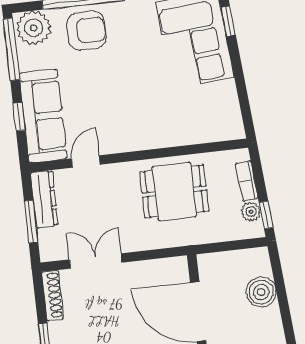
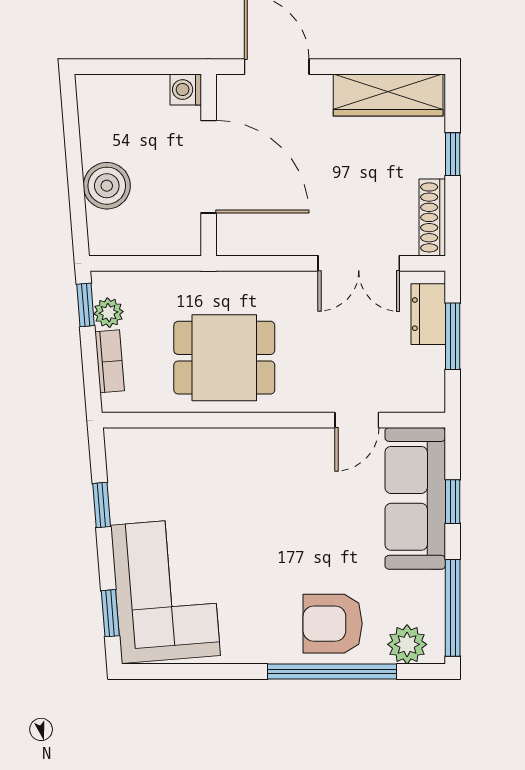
plant: (34, 28) -> (407, 644), width x0.73, depth x0.73
window: (242, 89) -> (102, 505), added
dresser: (44, 199) -> (428, 314), moved, width x0.70

